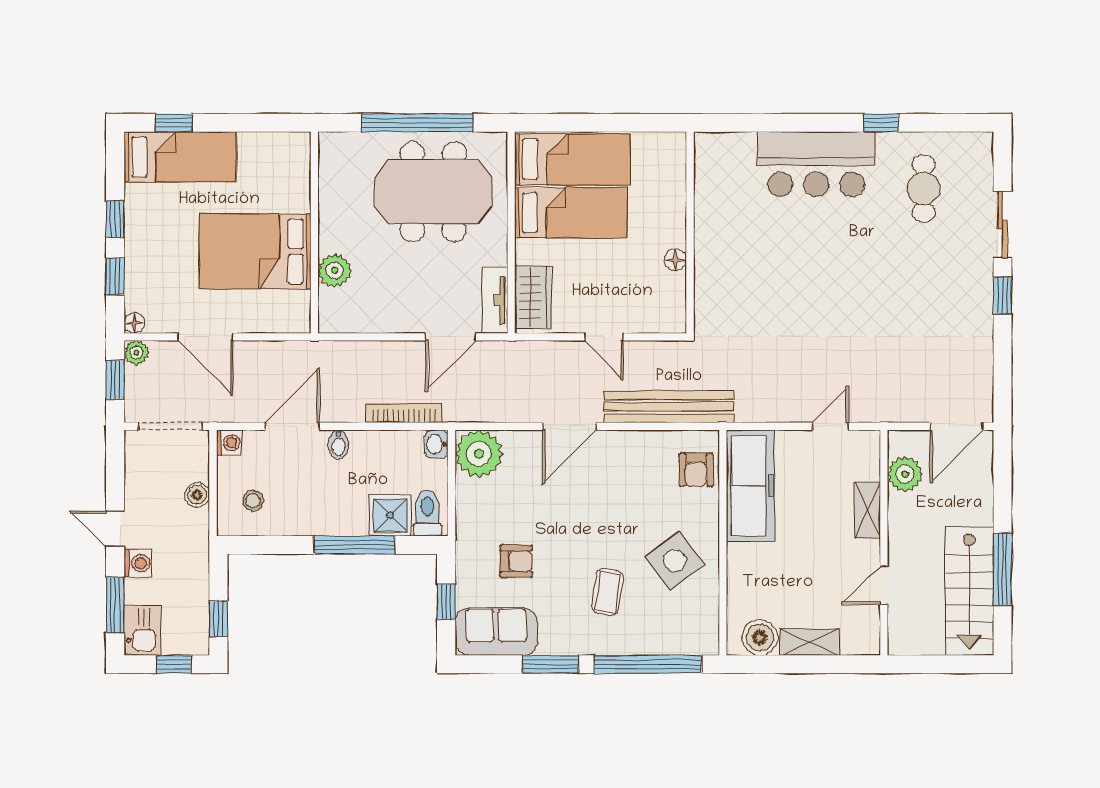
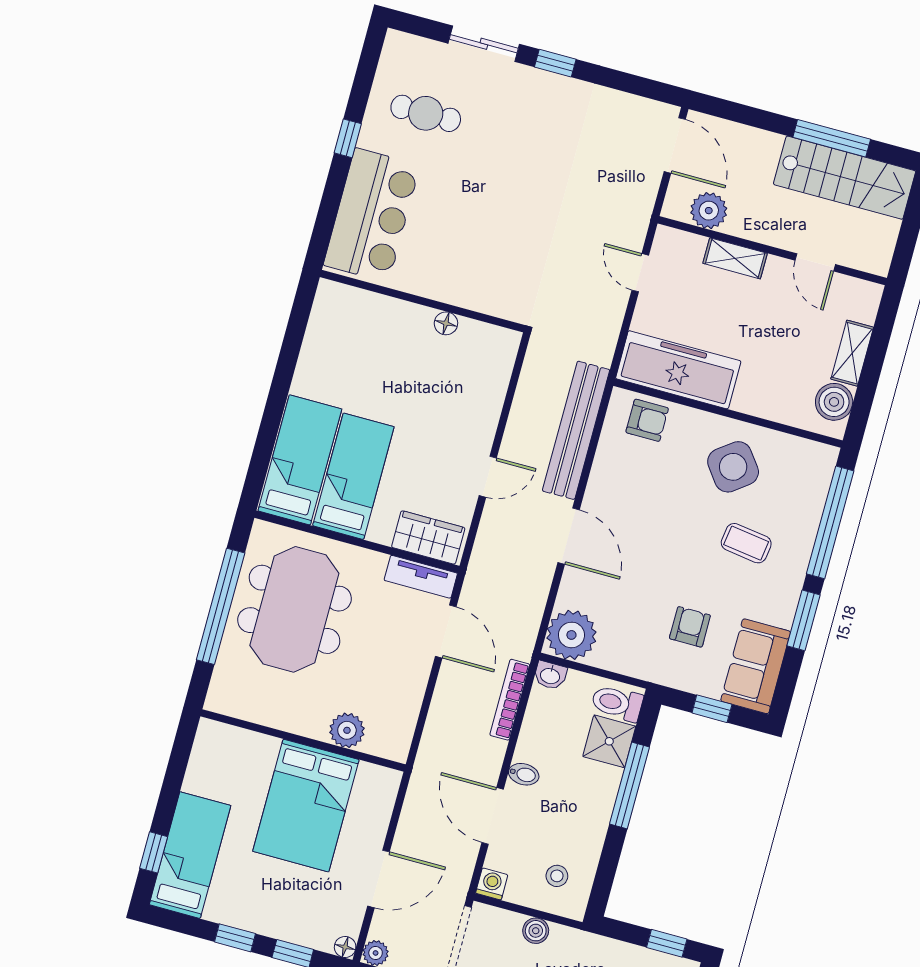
wall: (690, 232) -> (422, 301), moved
floor lamp: (675, 260) -> (446, 323), moved

